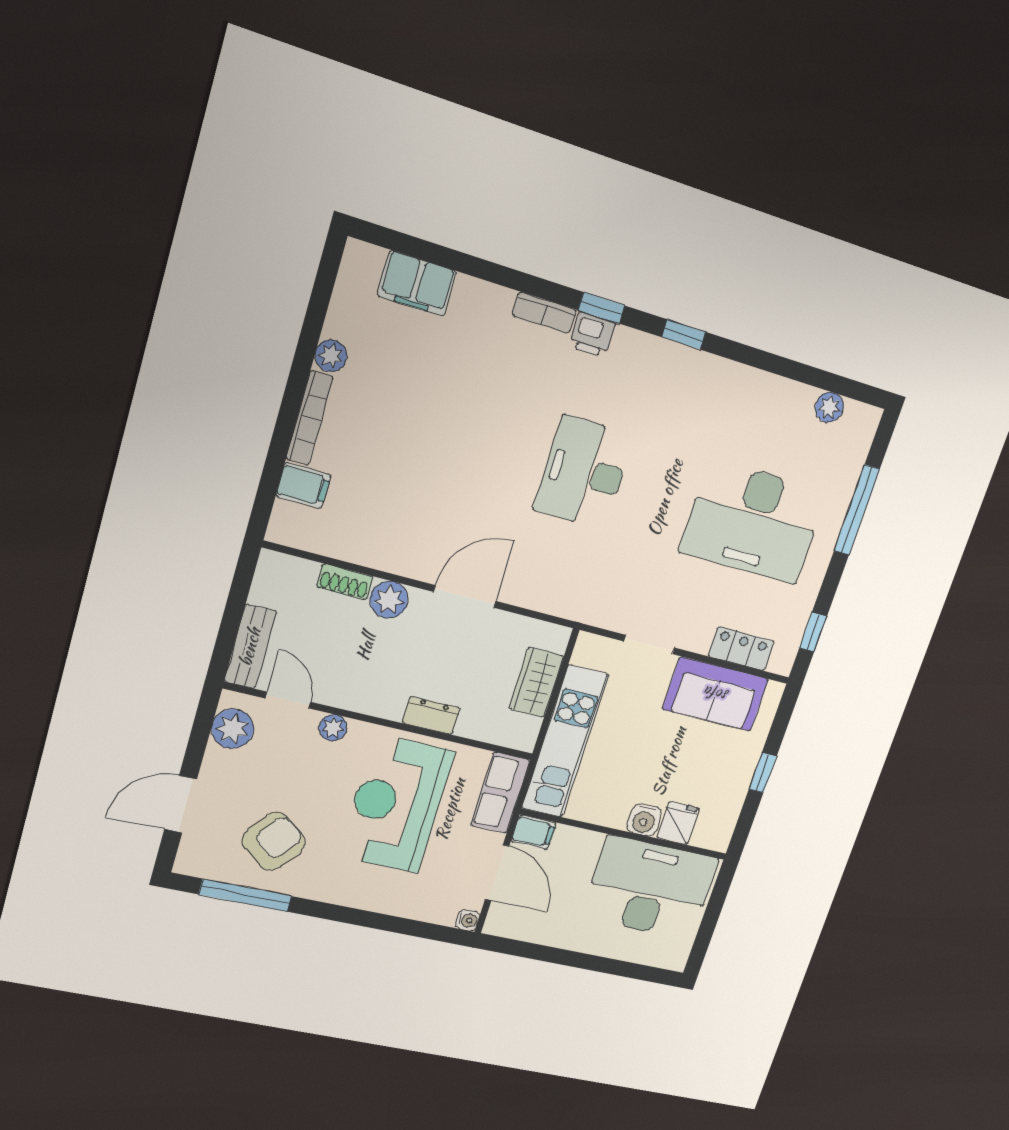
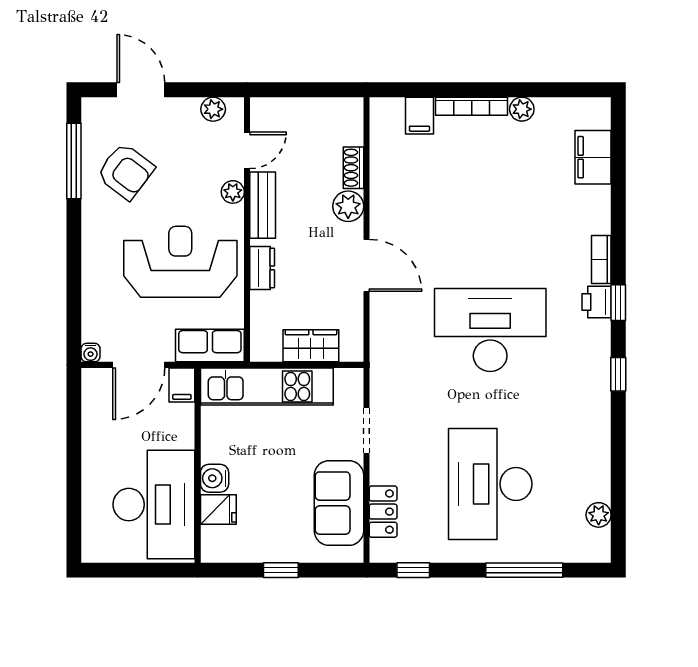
desk: (584, 473) -> (490, 330), width x1.36, depth x1.30
bench: (250, 647) -> (263, 205), moved, turned 90
plant: (233, 729) -> (213, 109), width x0.73, depth x0.73

